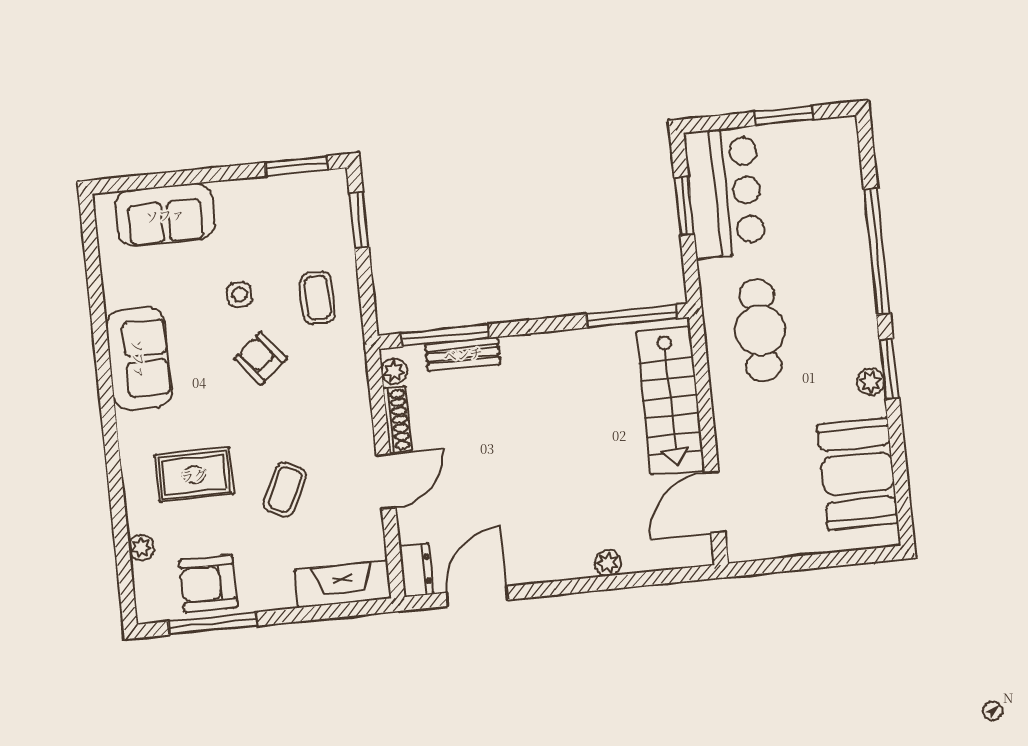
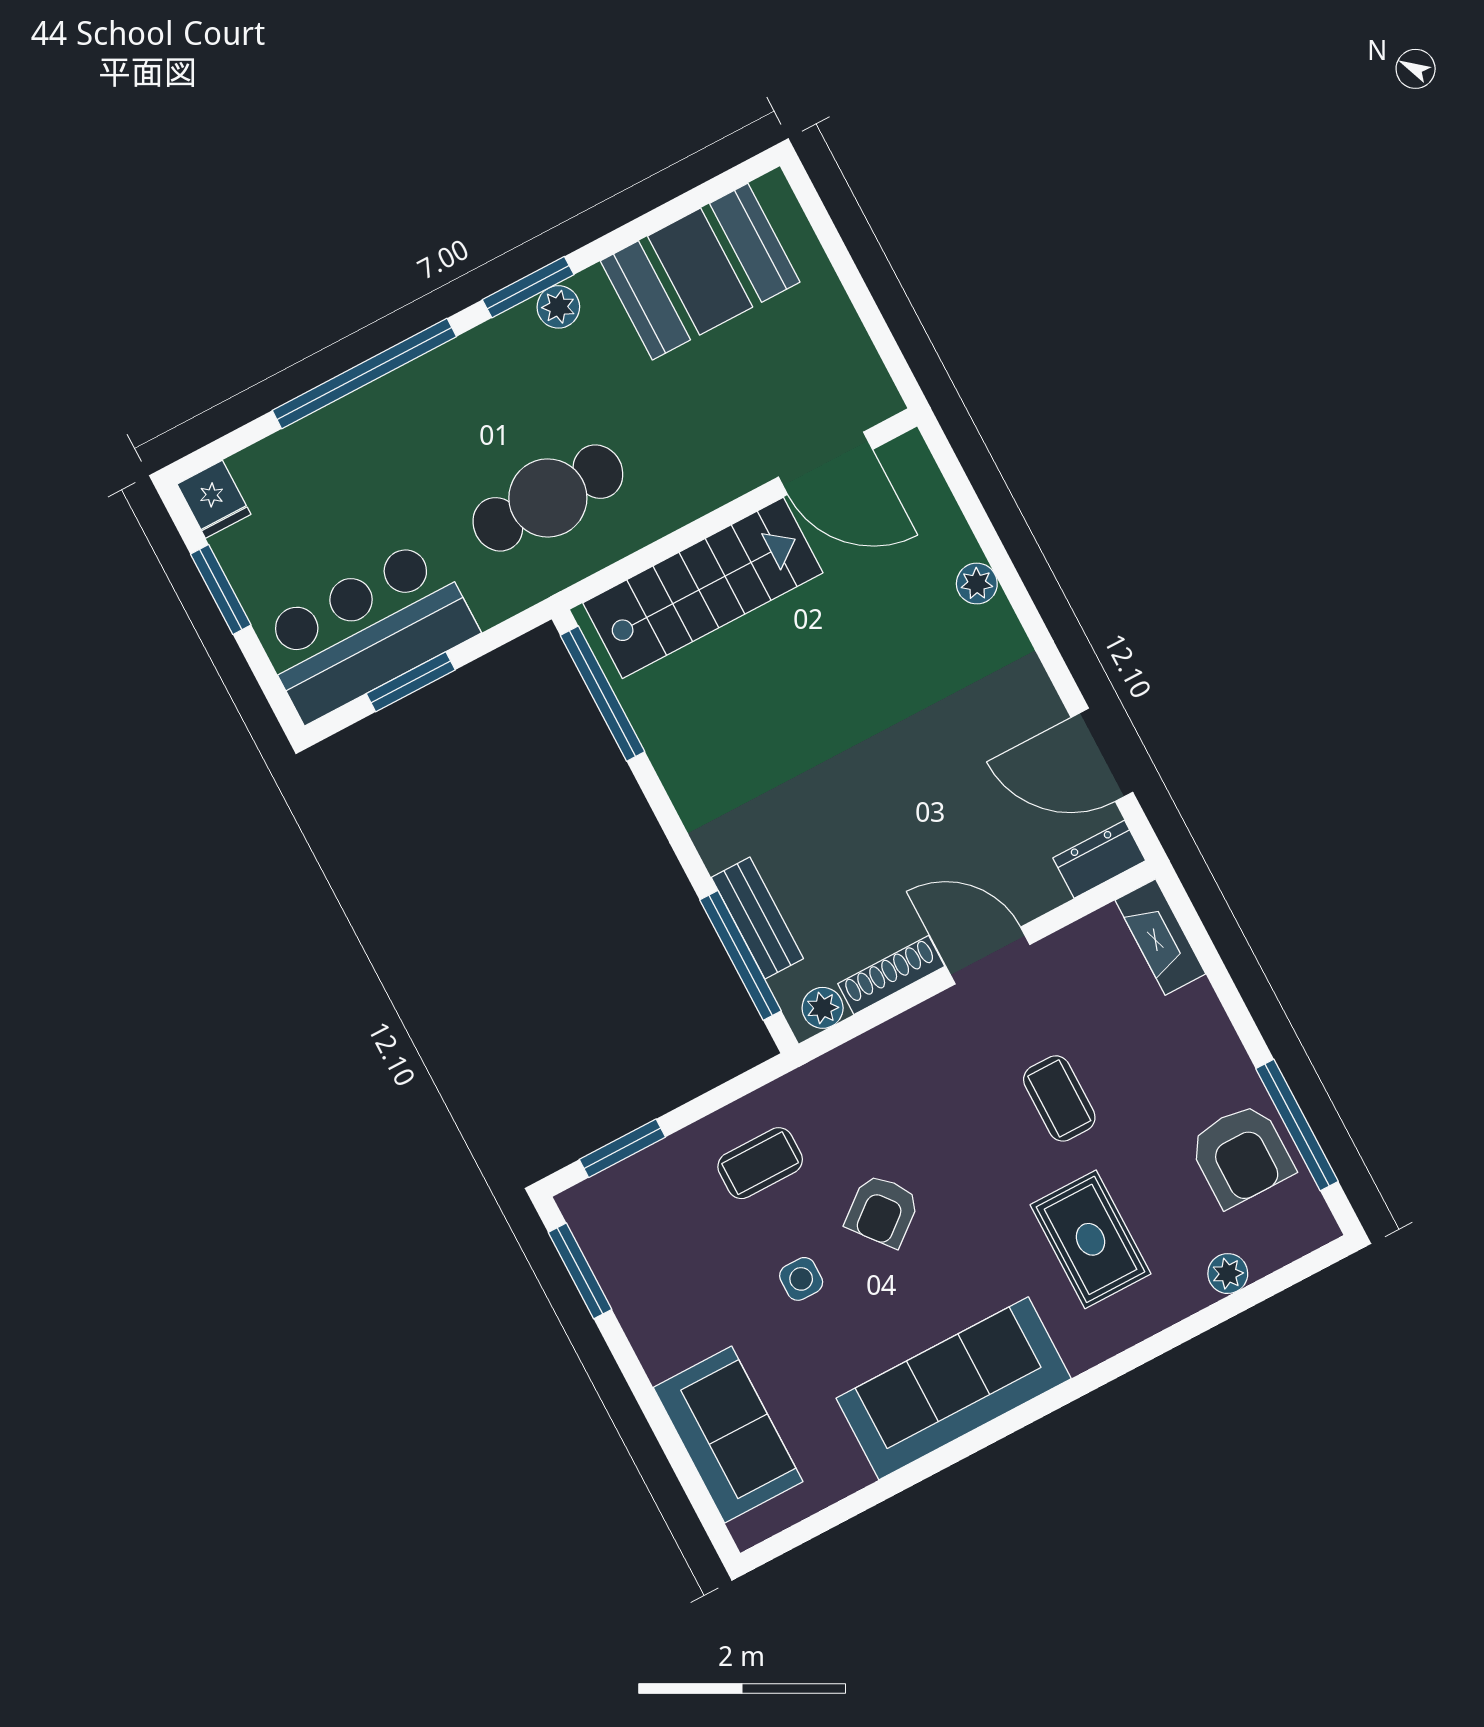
fridge: (839, 133) -> (214, 499), added
sofa: (139, 359) -> (954, 1388), width x1.36
coffee table: (285, 490) -> (1059, 1098), turned 64
fireplace: (343, 584) -> (1160, 937), width x0.73, depth x0.76

